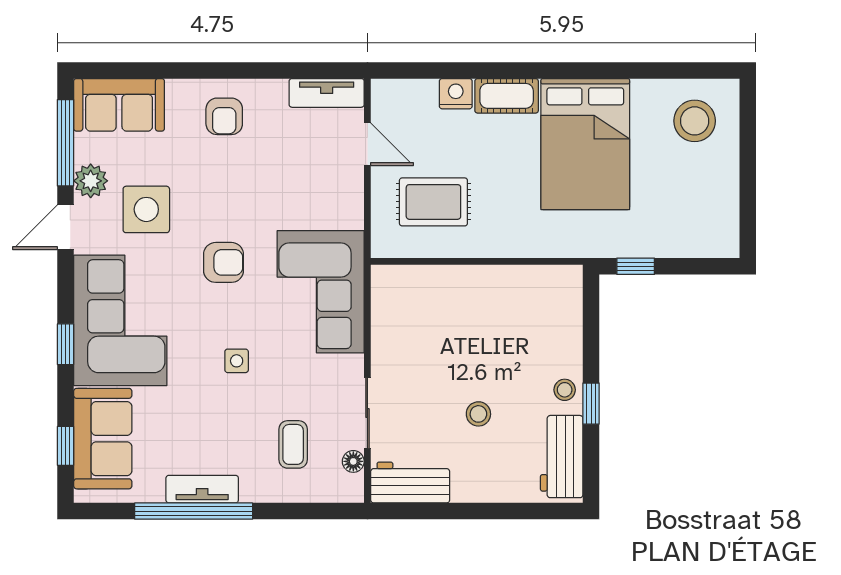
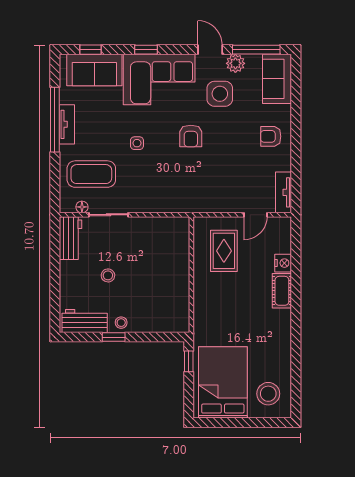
bed: (585, 144) -> (223, 382), moved, turned 90
corner sofa: (321, 292) -> (175, 189), removed
coffee table: (293, 444) -> (91, 174), width x1.86, depth x1.72

